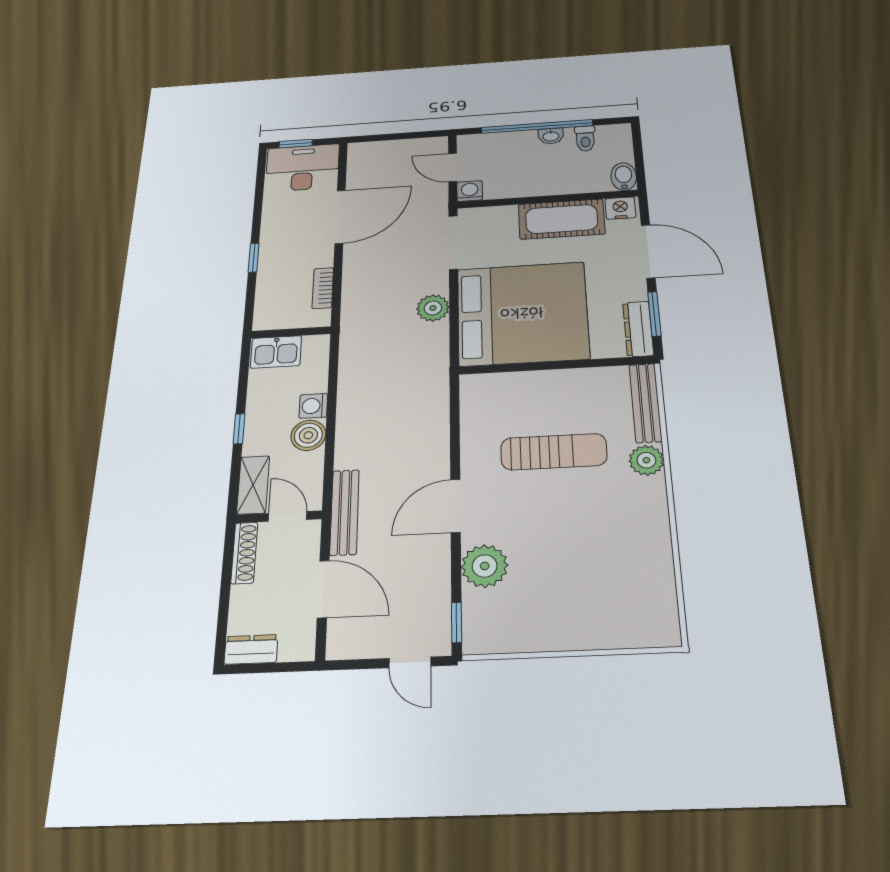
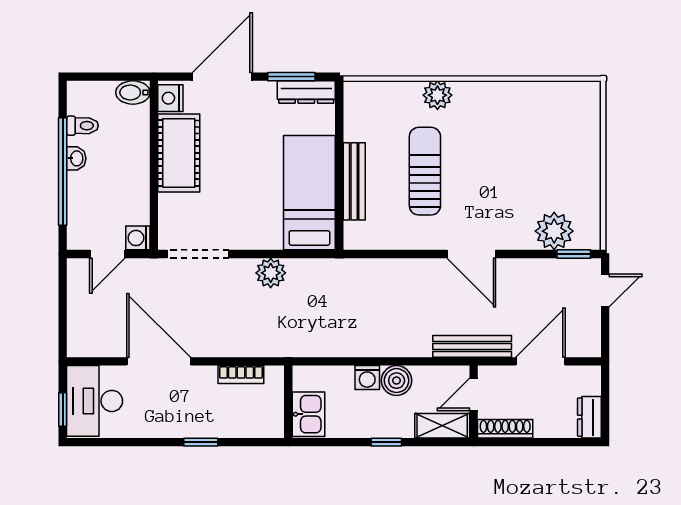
bed: (522, 313) -> (309, 193), width x0.49
bench: (646, 403) -> (354, 181), moved, turned 90
plant: (485, 566) -> (554, 231), moved

